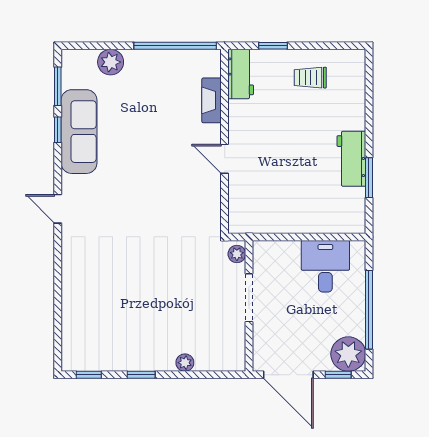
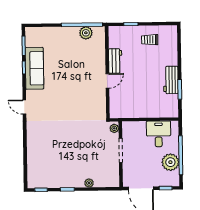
plant: (111, 62) -> (86, 33), moved
workbench: (241, 74) -> (115, 61), moved
fireplace: (212, 100) -> (101, 52), removed
door: (225, 159) -> (107, 81), swing flipped
plant: (348, 354) -> (170, 162), moved

